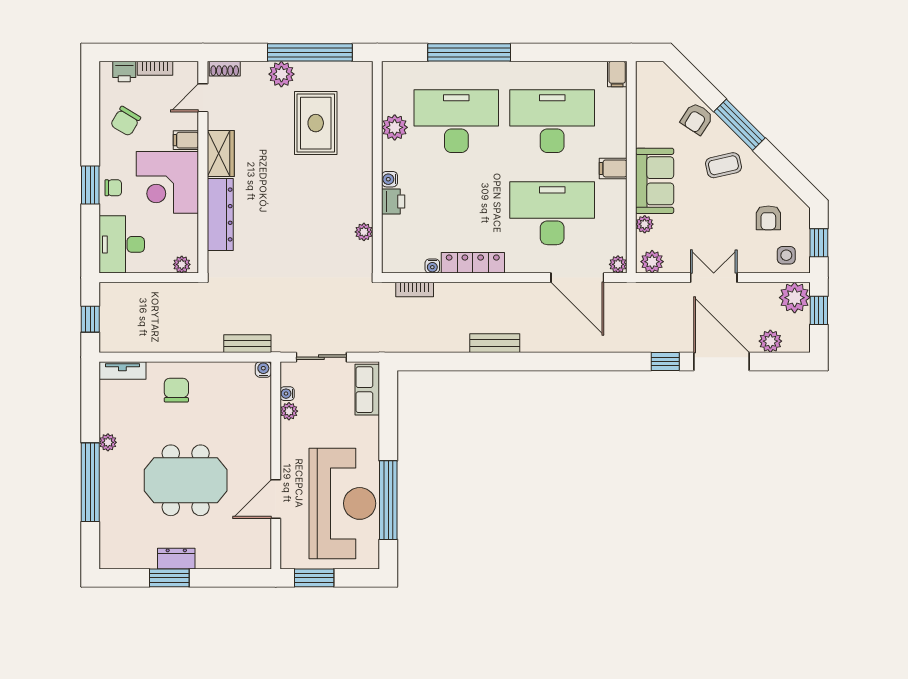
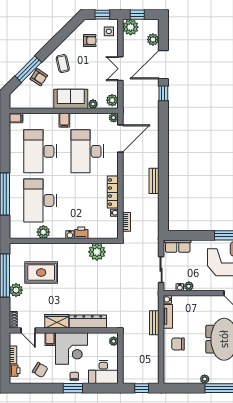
window: (739, 125) -> (28, 69), moved
plant: (364, 232) -> (97, 252), width x1.88, depth x1.88
bench: (247, 344) -> (154, 323), moved
tv unit: (122, 370) -> (168, 316), moved

